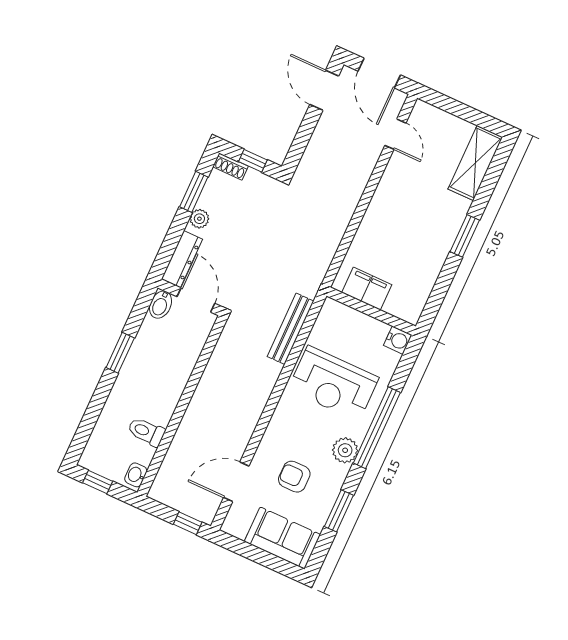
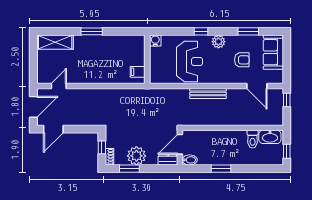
plant: (199, 219) -> (136, 156), width x1.88, depth x1.88
dresser: (182, 259) -> (168, 160), width x0.70
filing cabinet: (367, 289) -> (138, 72), width x0.50
bench: (291, 329) -> (208, 93), moved
window: (377, 428) -> (201, 31), width x0.32
washbasin: (136, 475) -> (270, 137), width x1.91, depth x1.45
armchair: (294, 477) -> (242, 60), turned -90

